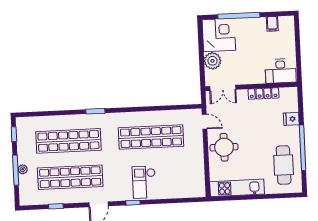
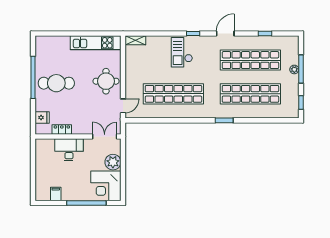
desk: (281, 71) -> (69, 150), moved
locker: (263, 94) -> (62, 129), width x0.66
fridge: (291, 119) -> (42, 118), moved
door: (205, 122) -> (123, 106), swing flipped
cafe table: (284, 165) -> (56, 83), moved, turned 90
checkout: (144, 182) -> (182, 52), turned 180
shelving: (195, 193) -> (135, 40), added

